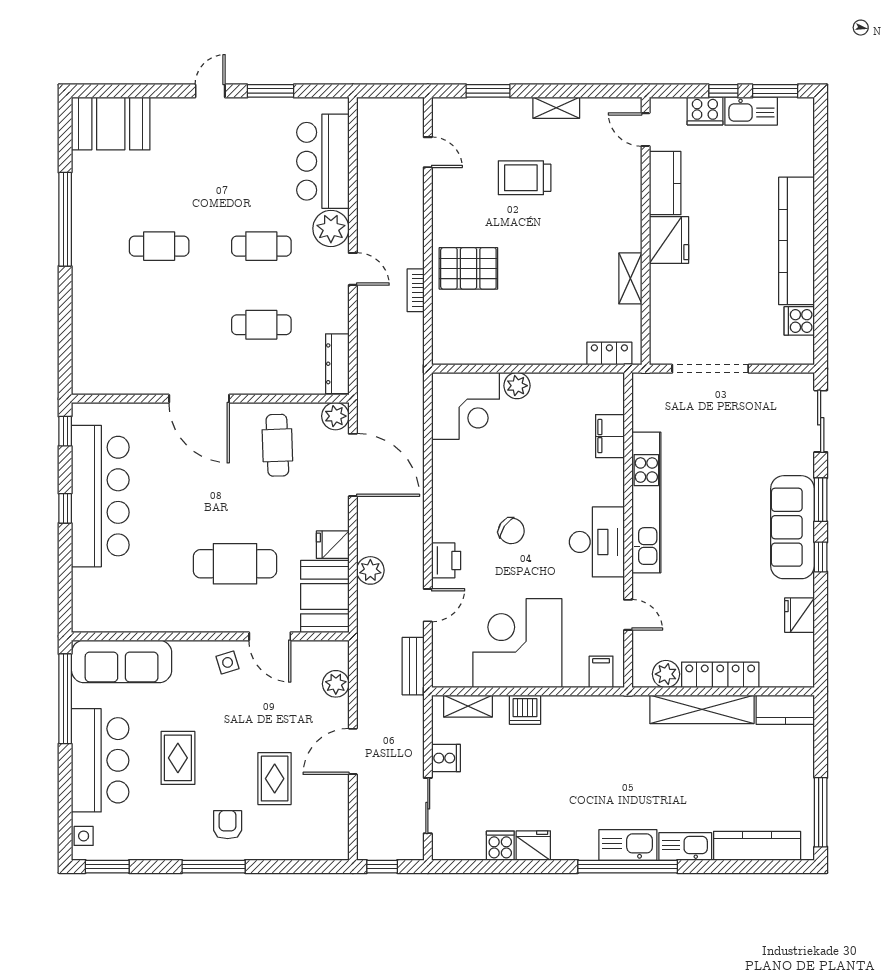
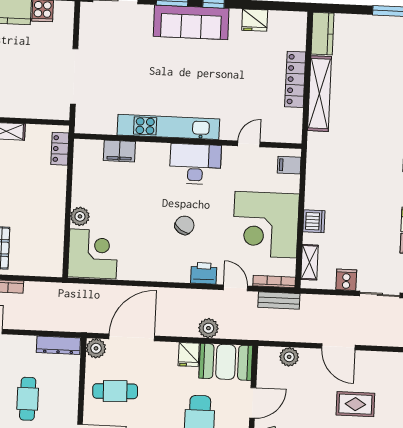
bookcase: (439, 659) -> (274, 282), added
plant: (666, 674) -> (293, 118), removed

